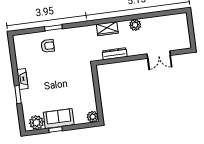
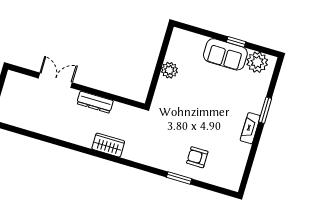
plant: (135, 25) -> (69, 134), removed
dresser: (115, 54) -> (95, 102), moved
plant: (93, 117) -> (169, 70), moved

